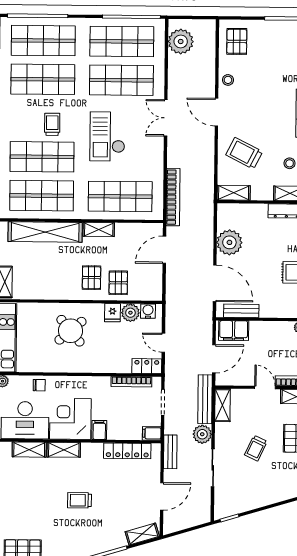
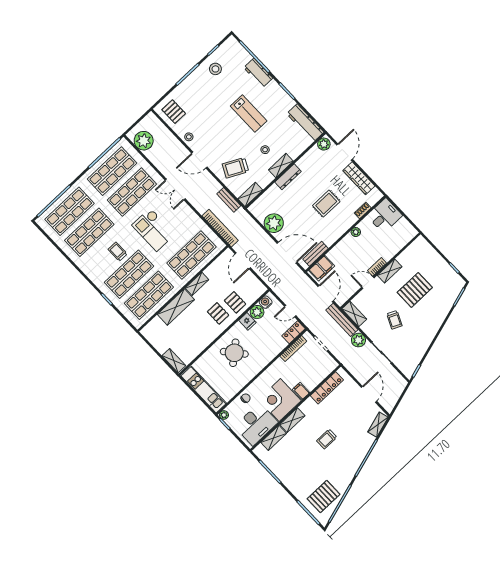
shelving: (45, 232) -> (176, 307), width x0.68
filing cabinet: (152, 433) -> (331, 366), removed
bench: (170, 452) -> (229, 200), moved

